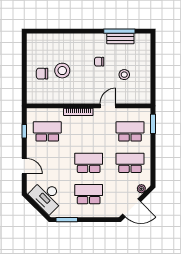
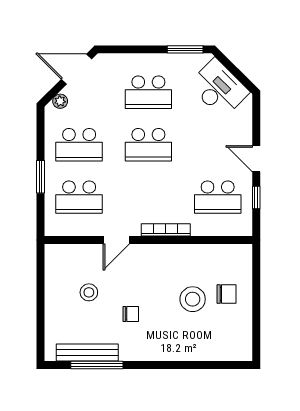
bench: (120, 39) -> (87, 353), width x1.36
window: (153, 124) -> (41, 177), moved
door: (24, 166) -> (256, 159), moved

